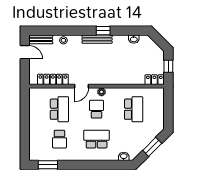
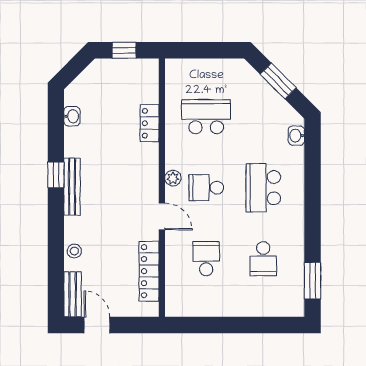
door: (25, 52) -> (97, 325), hinge flipped
locker: (154, 80) -> (150, 123), moved
school desk: (59, 109) -> (206, 259), width x0.54
school desk: (59, 139) -> (263, 259), turned 90

